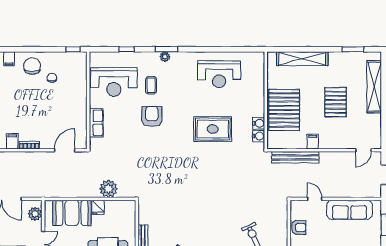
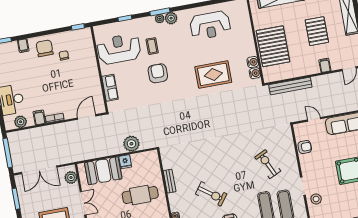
plant: (178, 58) -> (171, 18), added
reception desk: (114, 82) -> (119, 49), turned 180
filing cabinet: (313, 142) -> (325, 65), moved

